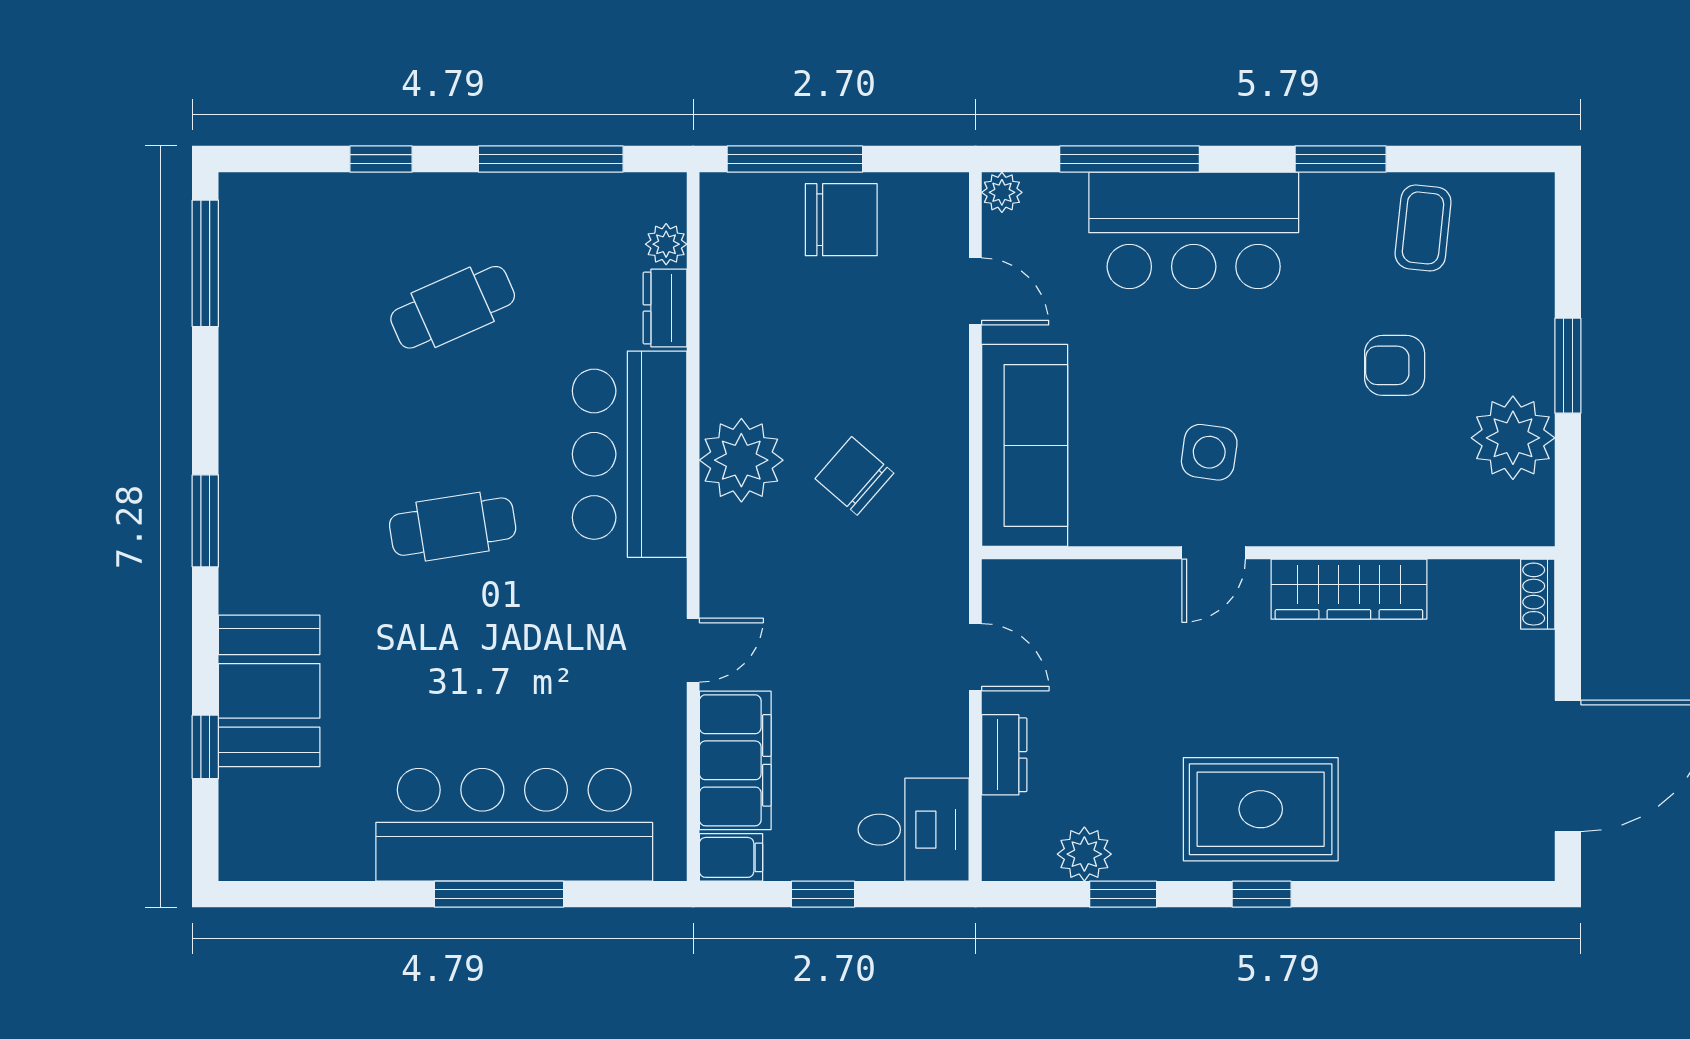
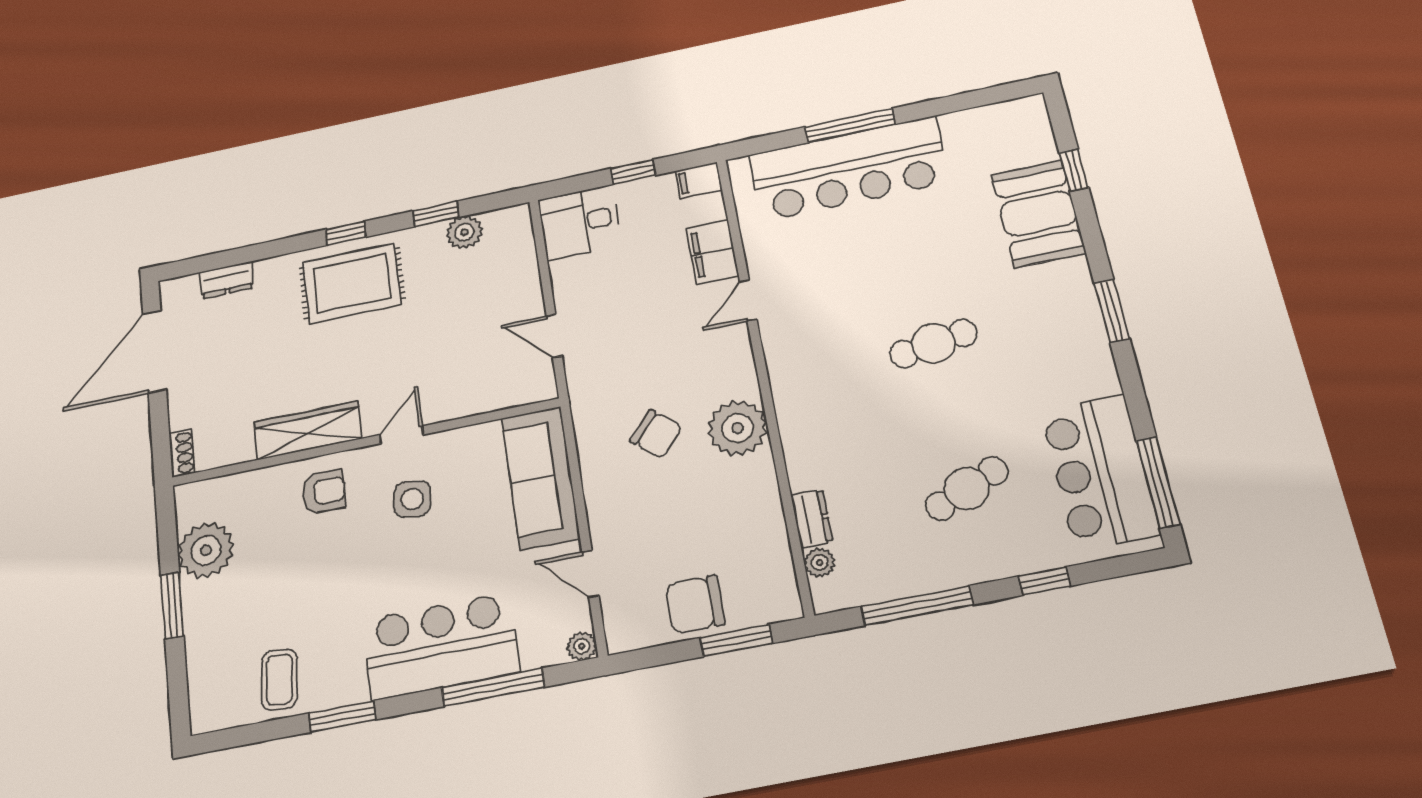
window: (795, 159) -> (736, 640), width x0.69
armchair: (1395, 365) -> (323, 492), moved
bar counter: (630, 454) -> (1100, 472), moved, turned 180
dresser: (1004, 755) -> (227, 280), moved, turned -90
filing cabinet: (735, 760) -> (713, 252), width x0.67, depth x0.86

